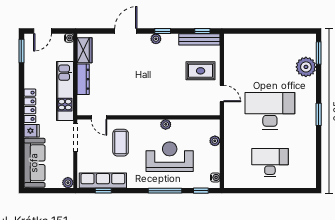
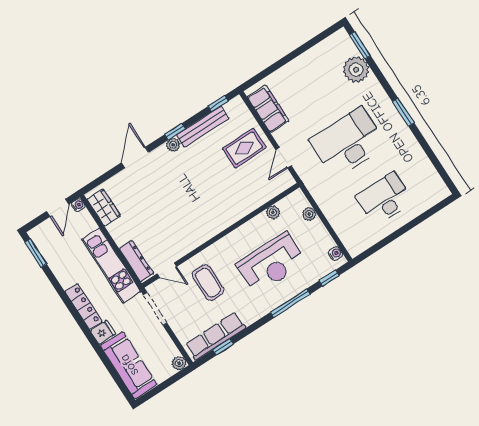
door: (42, 31) -> (58, 208), moved
bench: (199, 39) -> (203, 127), moved
filing cabinet: (232, 55) -> (268, 109), added
dresser: (83, 79) -> (136, 261), moved
door: (222, 94) -> (284, 158), swing flipped
plant: (166, 124) -> (273, 212), moved
reception desk: (170, 157) -> (271, 263), turned 180

